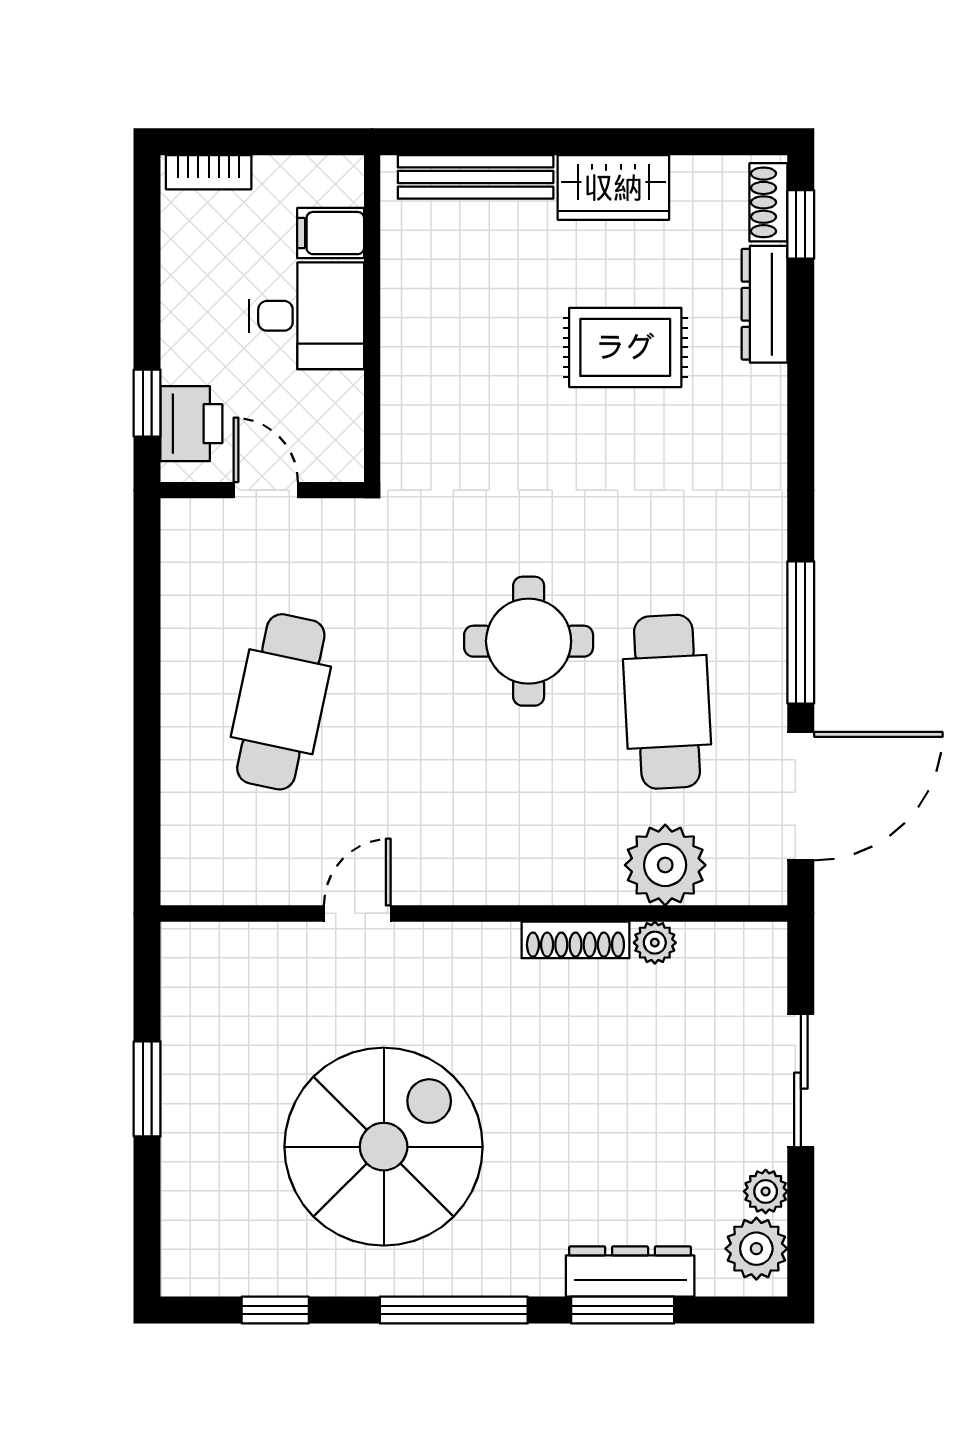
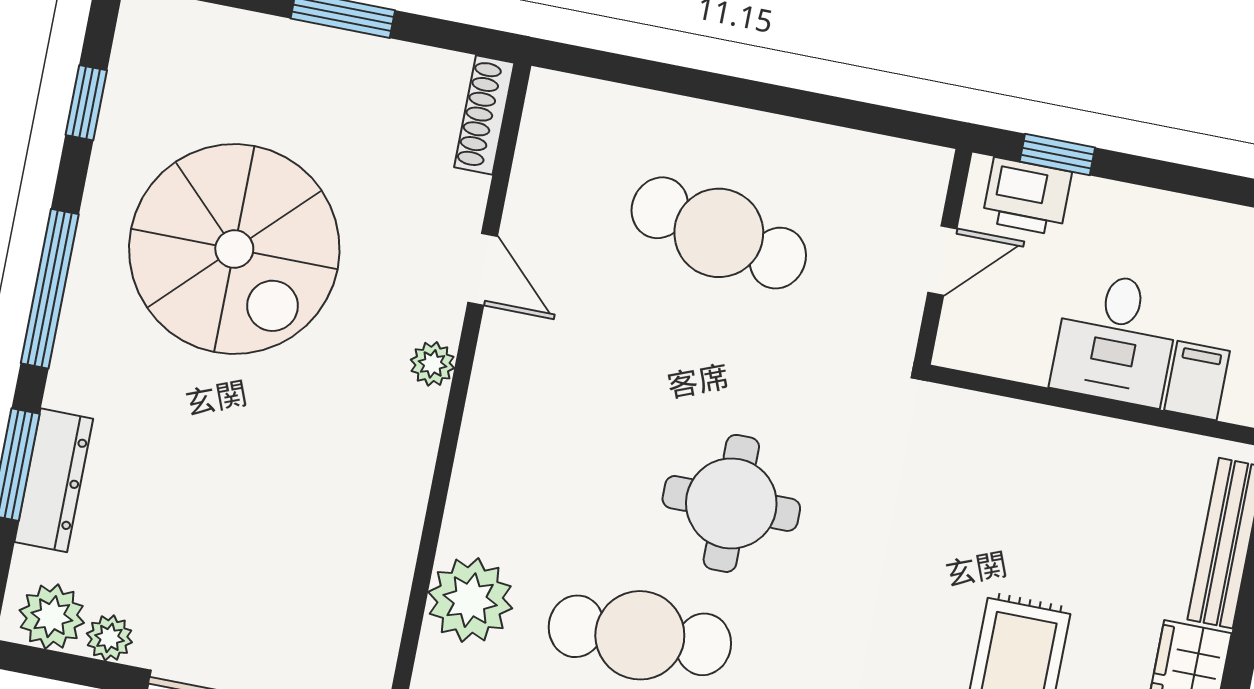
shoe rack: (575, 940) -> (484, 115), moved
plant: (655, 943) -> (433, 364), moved

